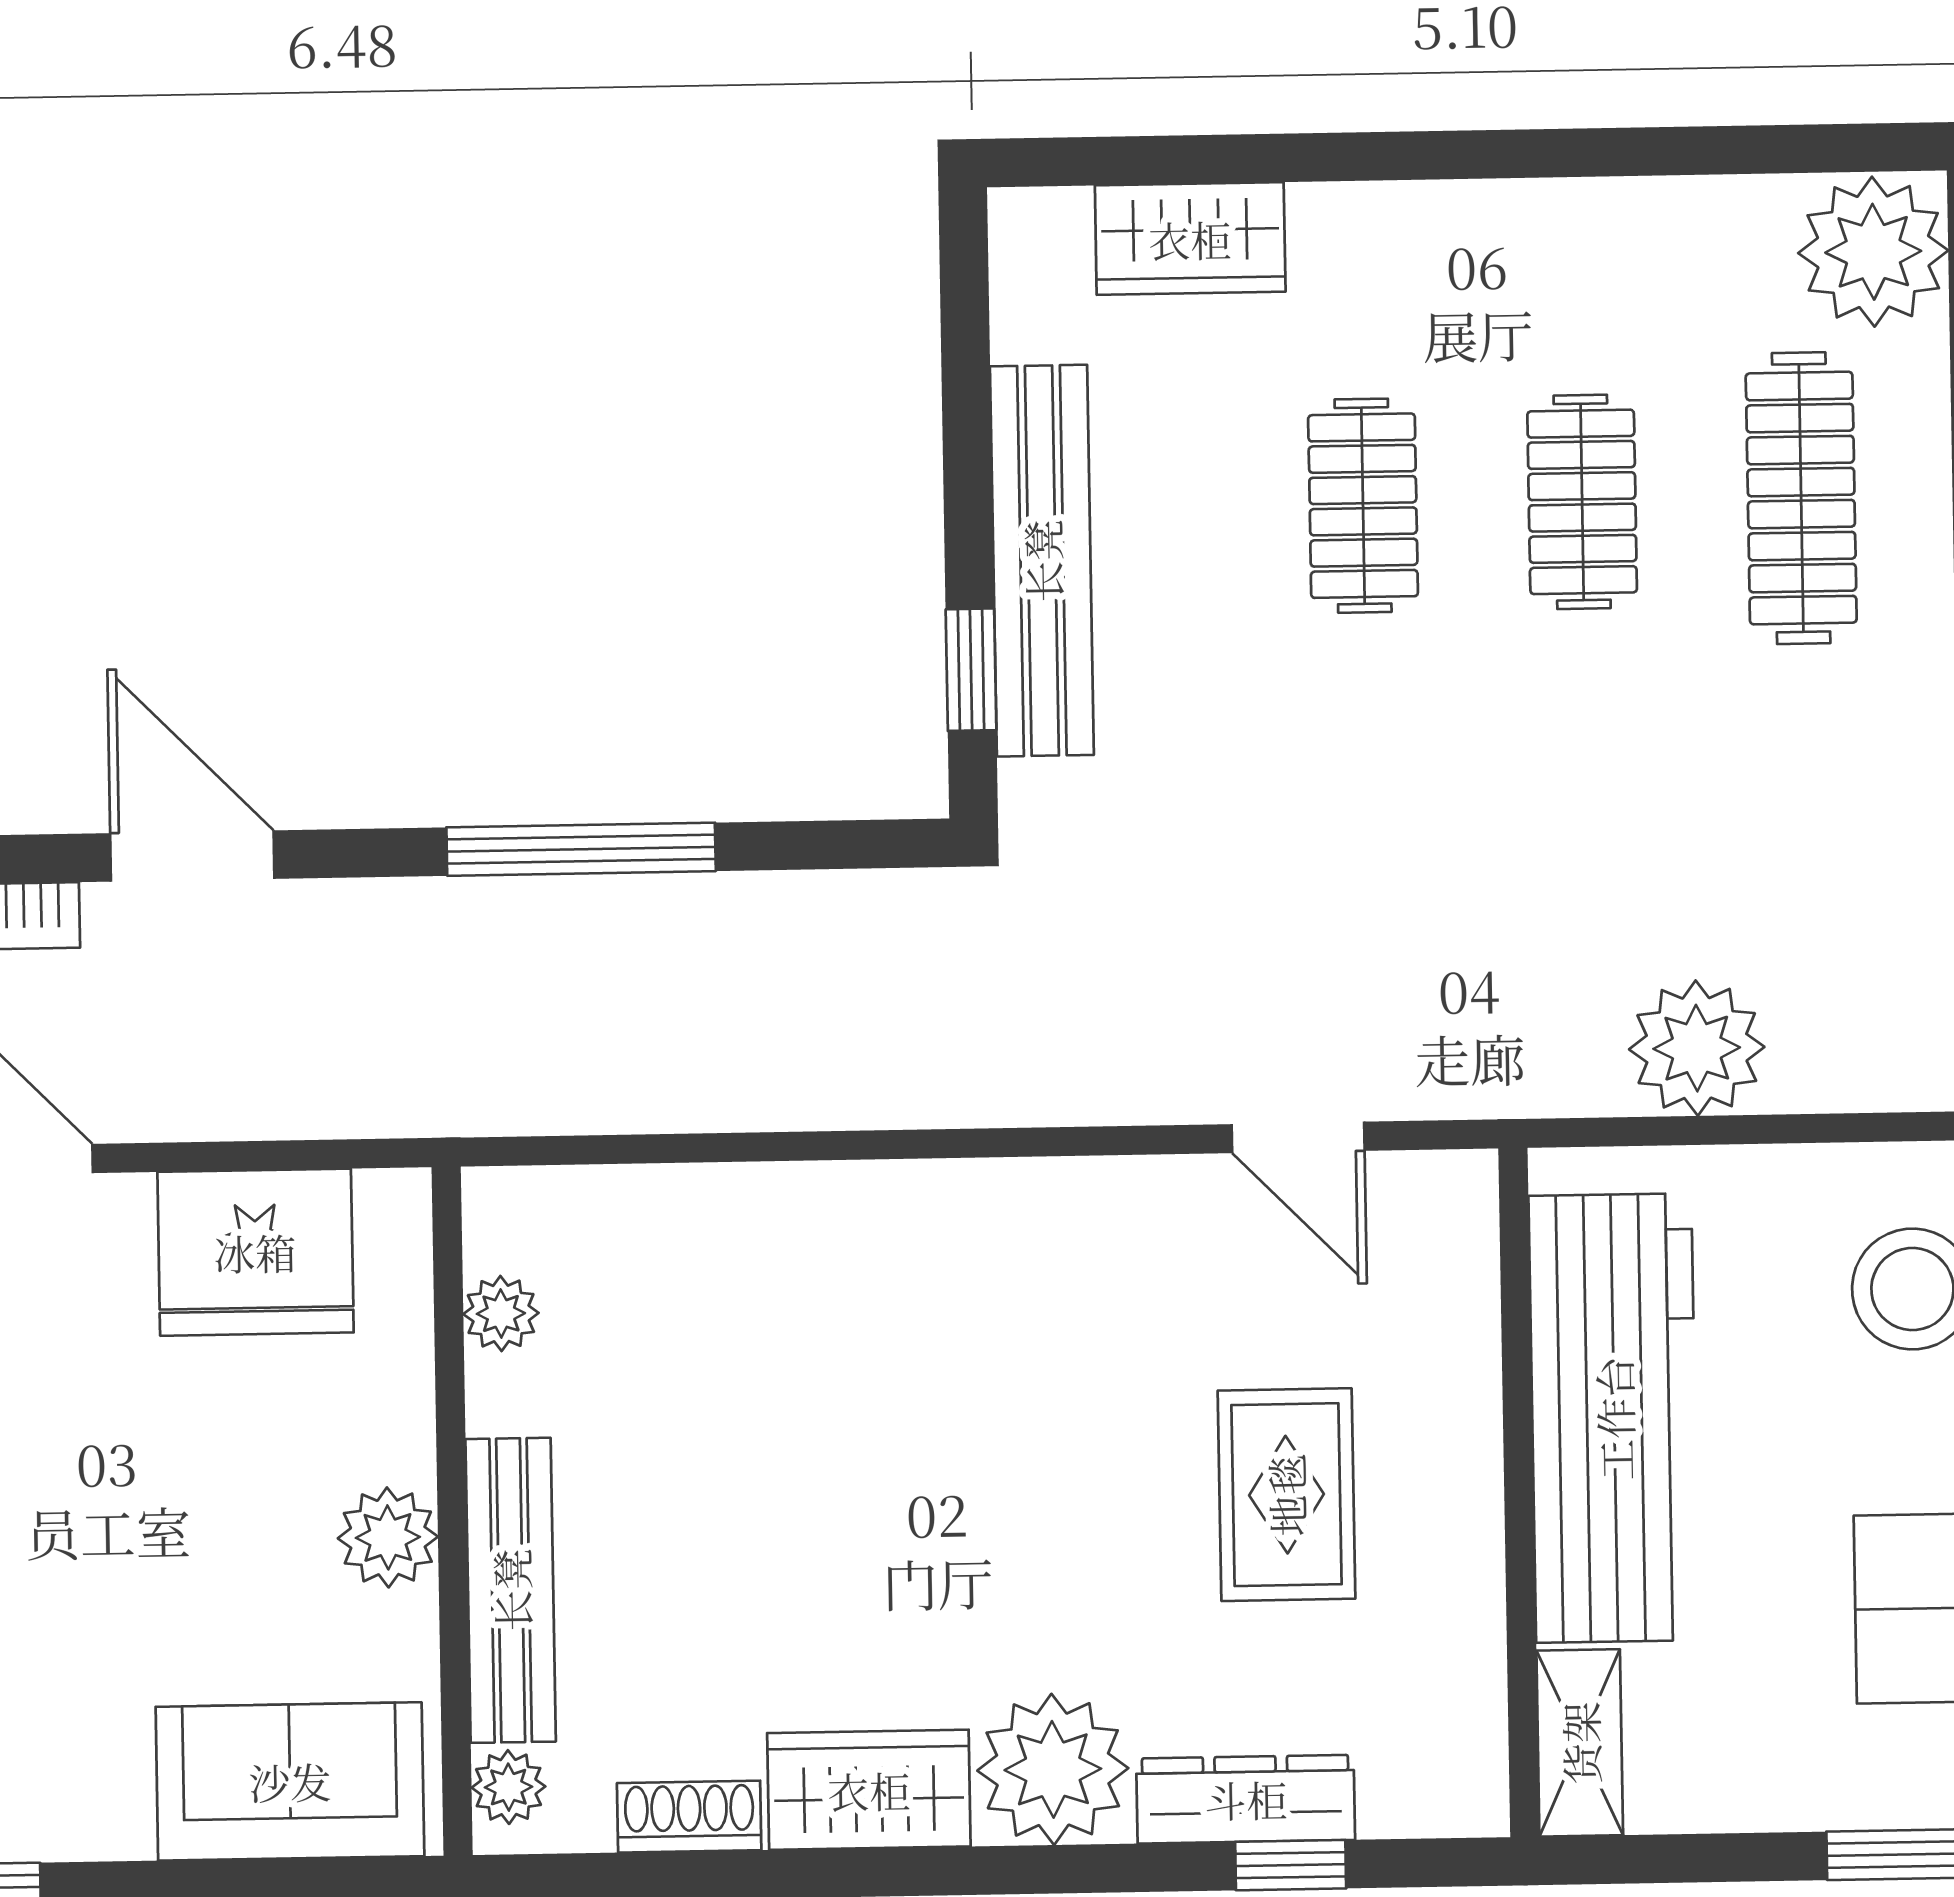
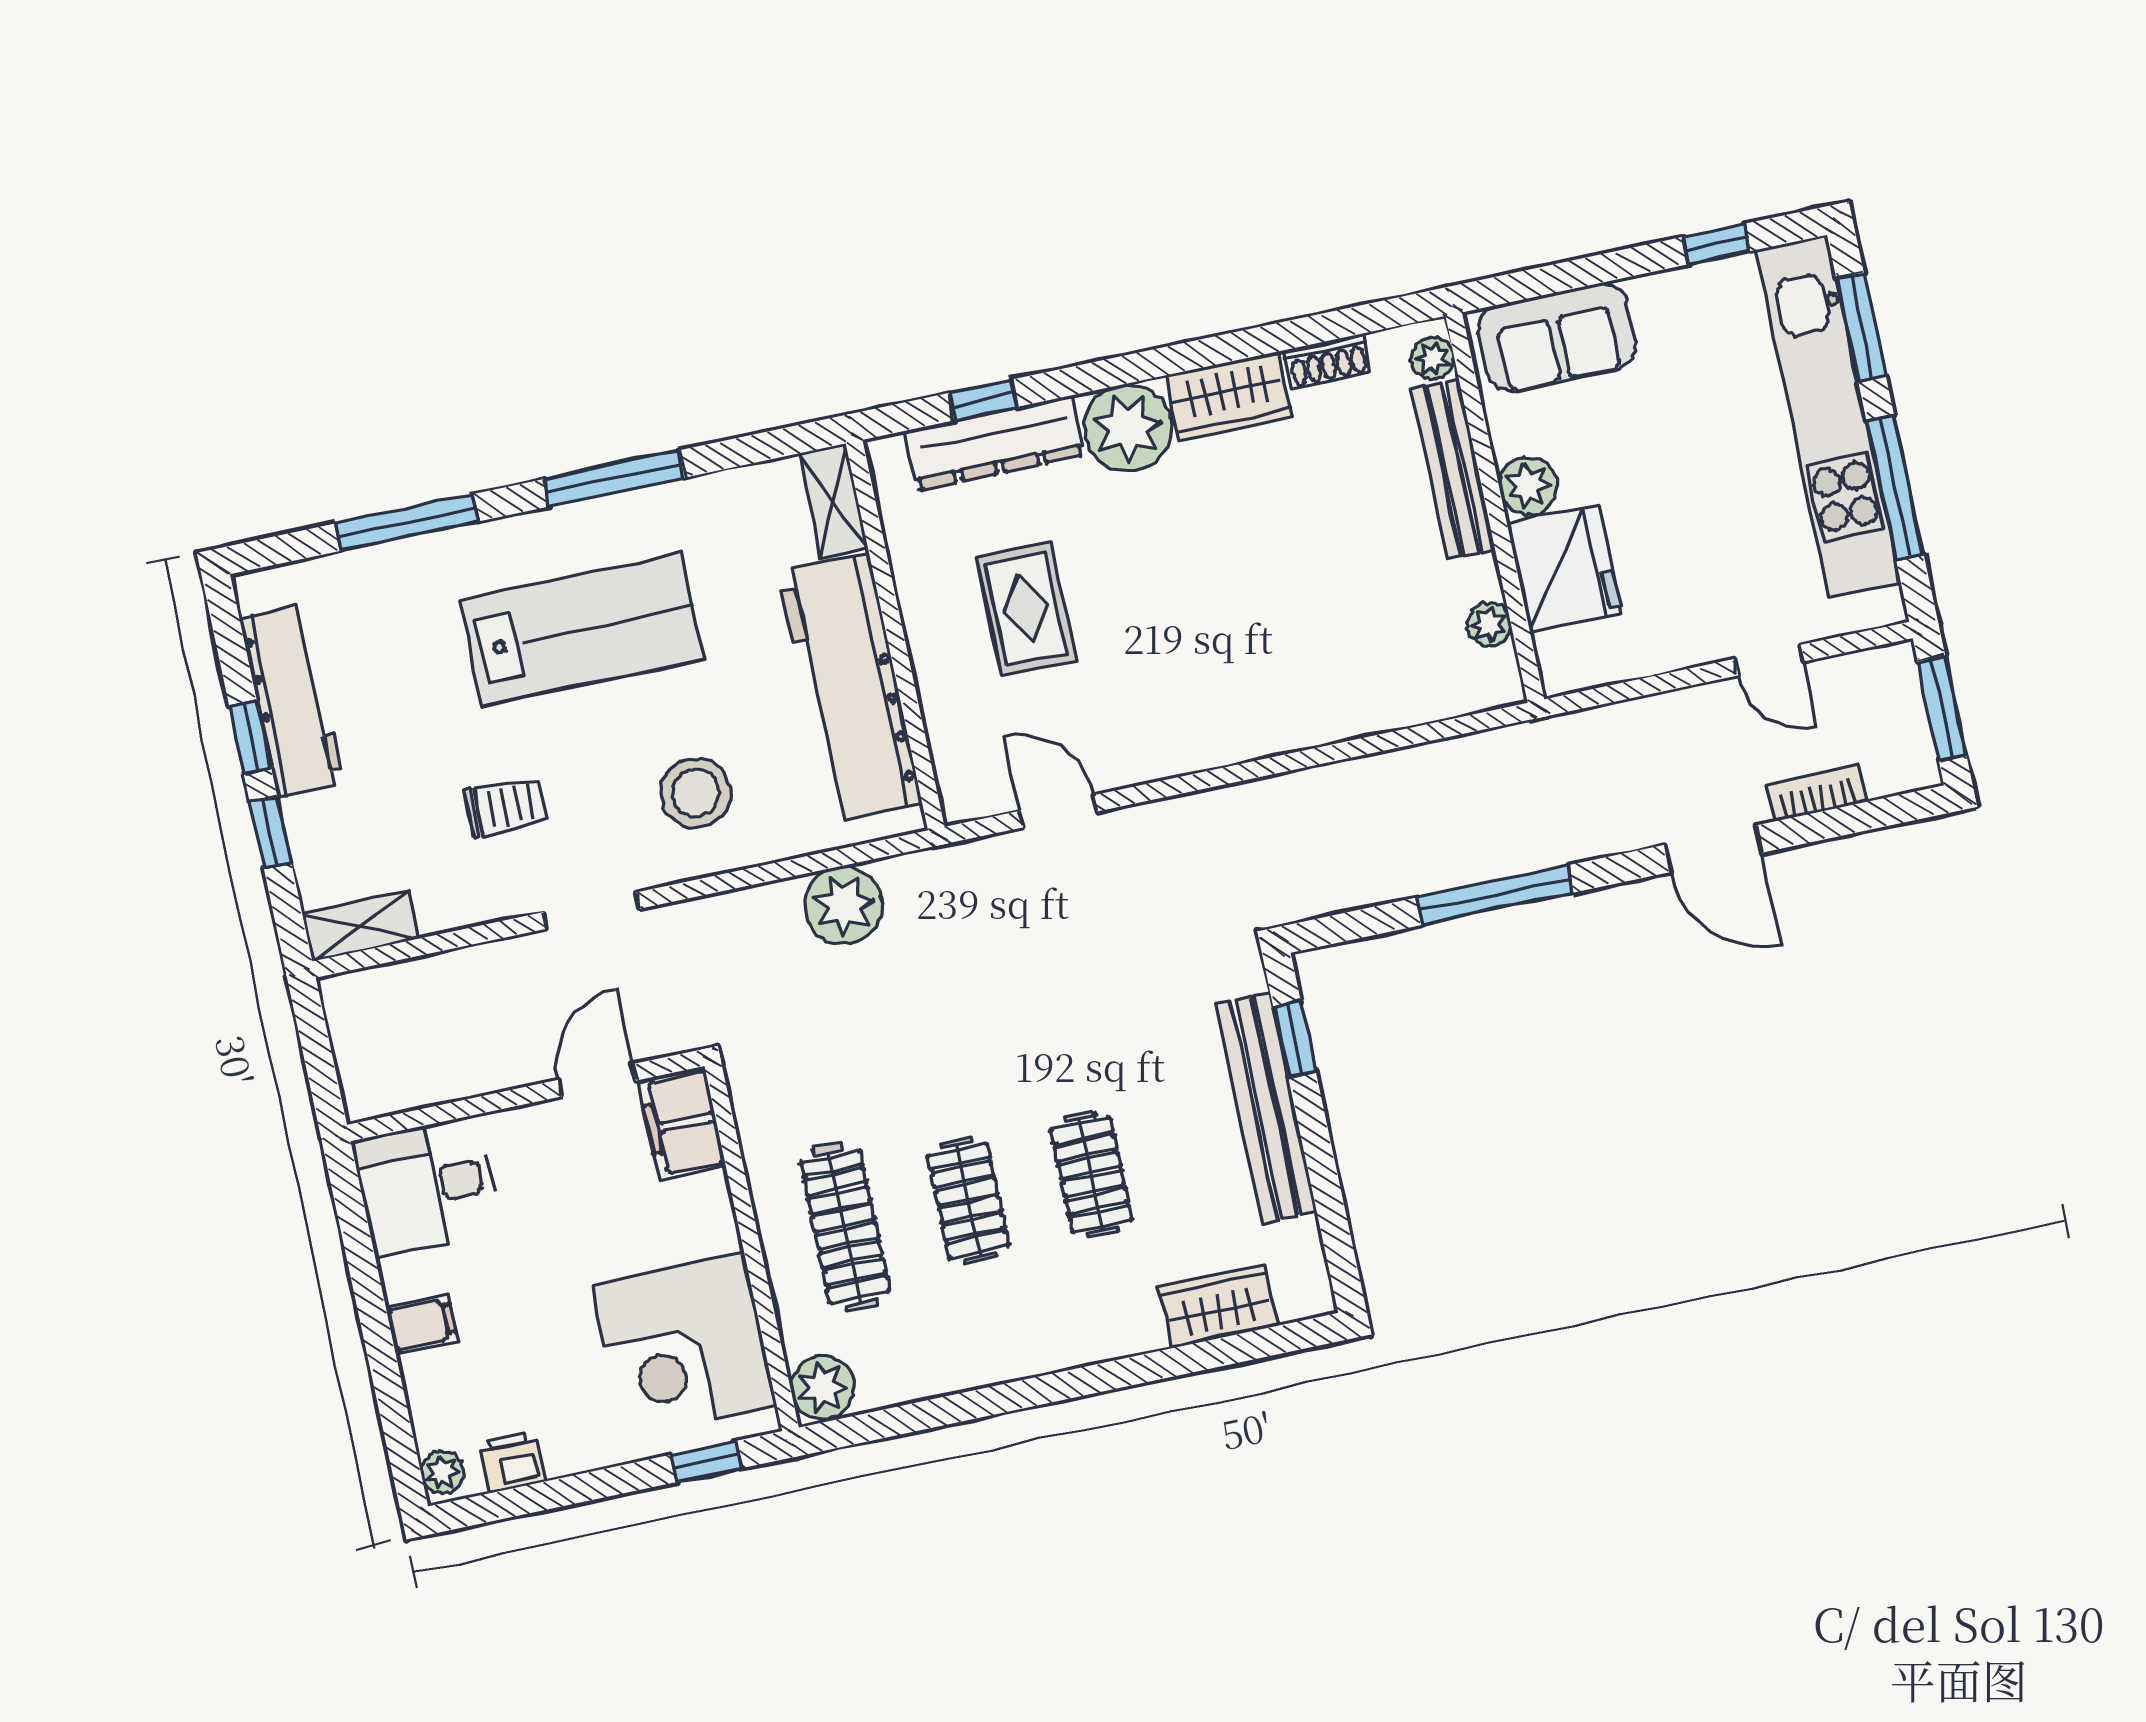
plant: (1873, 252) -> (823, 1387), width x0.73, depth x0.73
fridge: (255, 1252) -> (1565, 569), moved, turned 90
dresser: (1246, 1799) -> (995, 443), width x1.37, depth x1.24

